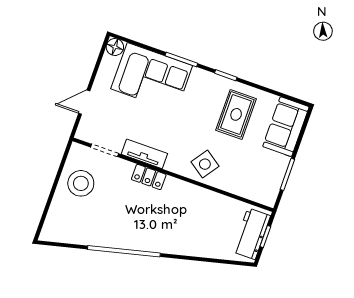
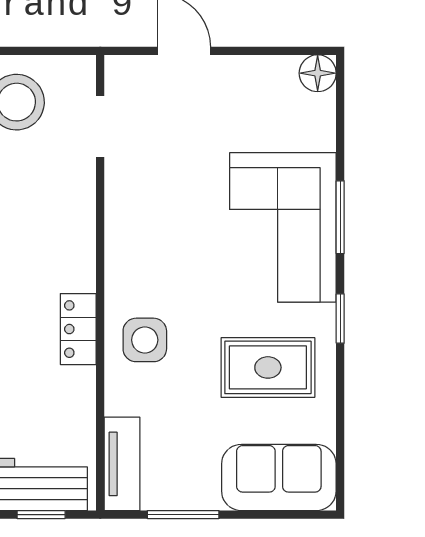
corner sofa: (152, 77) -> (283, 227), moved
tv unit: (144, 154) -> (122, 464), moved
side table: (205, 164) -> (145, 340), turned -35
locker: (149, 177) -> (78, 329), moved

